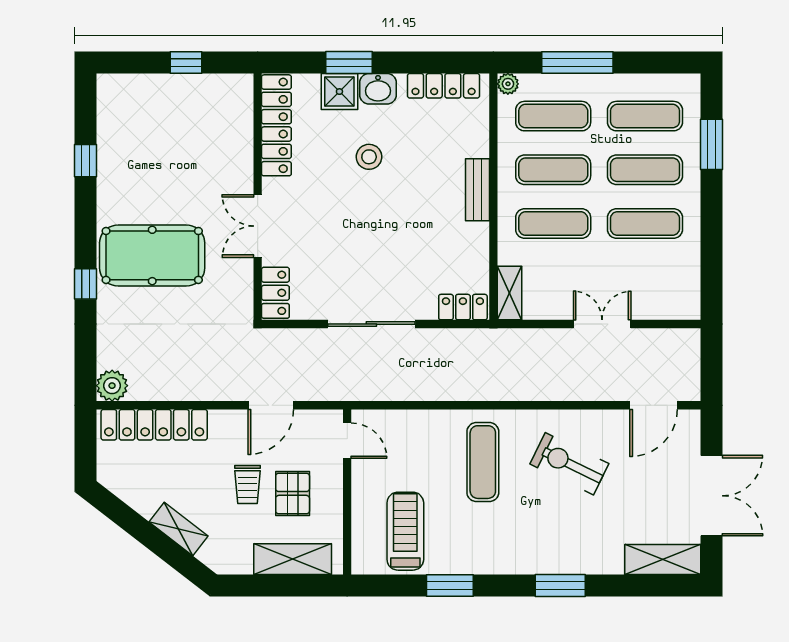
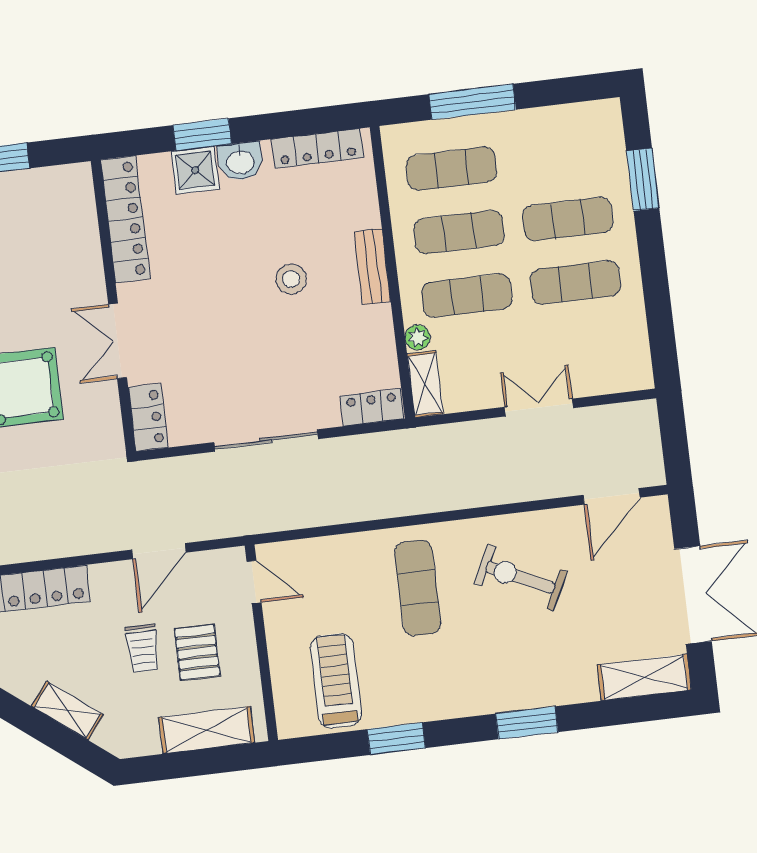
plant: (508, 84) -> (418, 337), moved
exercise mat: (645, 116) -> (560, 155), removed
stool: (369, 157) -> (291, 279), moved

